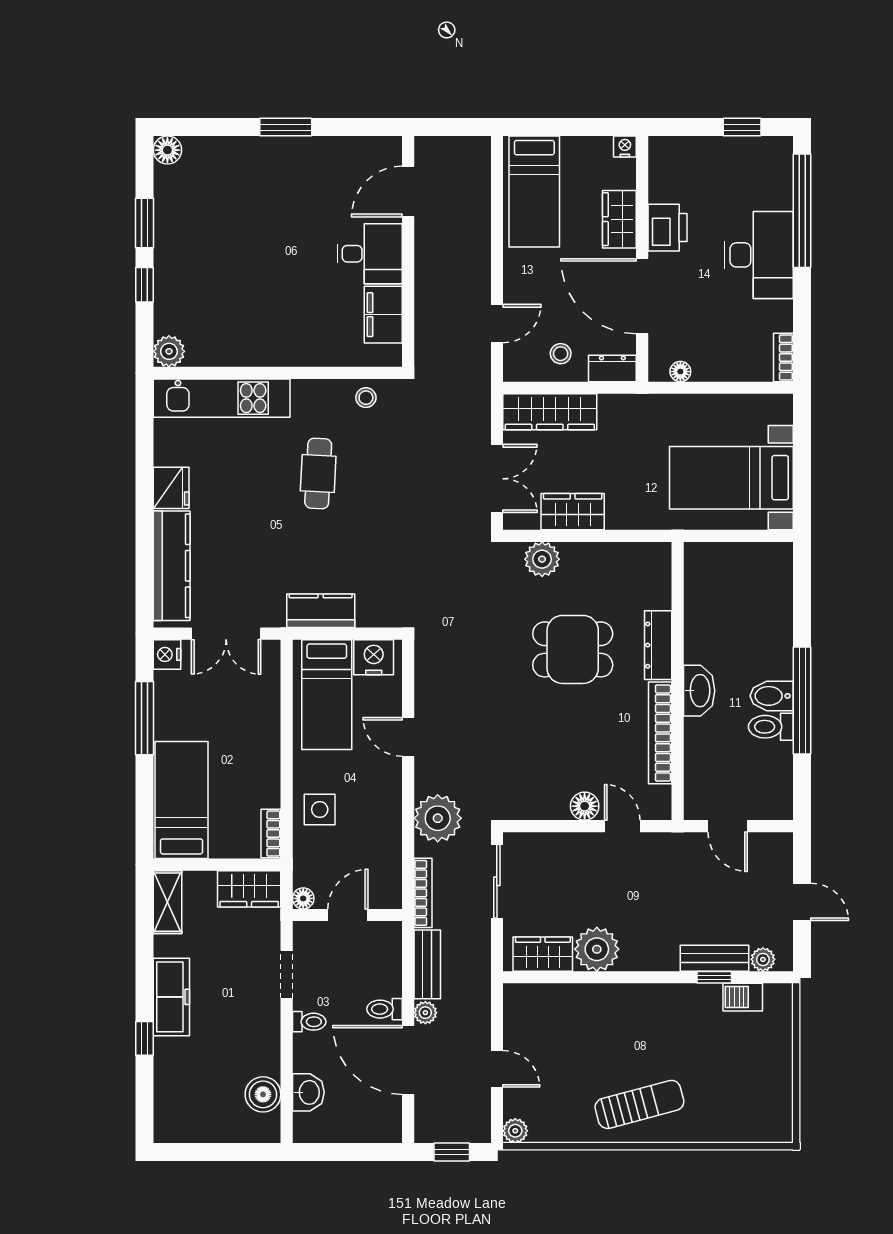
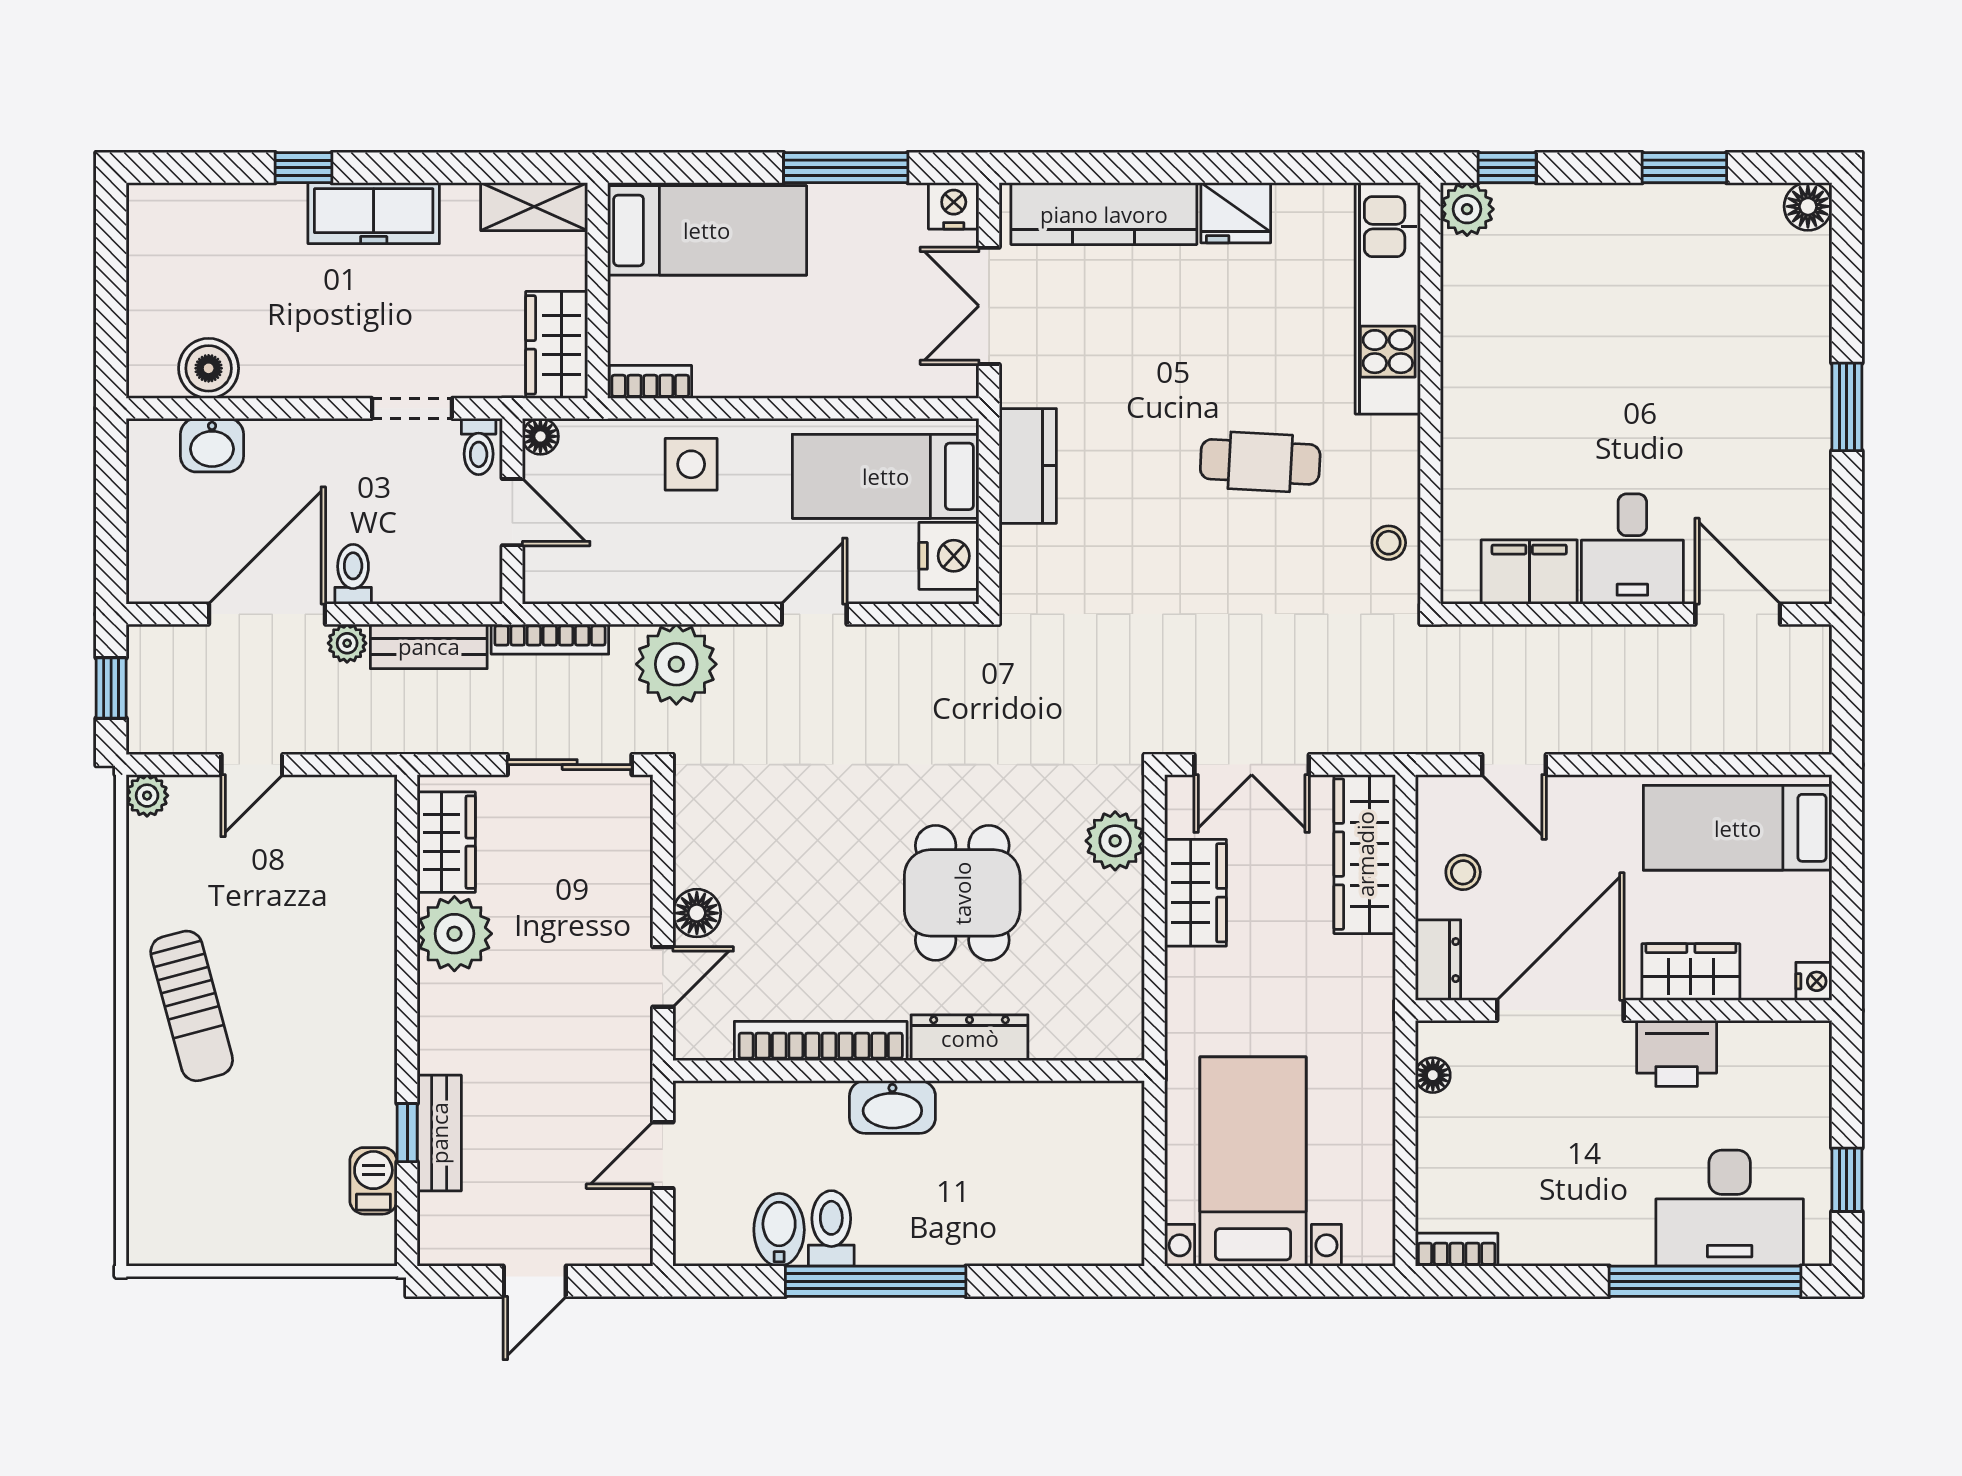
desk: (759, 255) -> (1730, 1208), moved
window: (144, 285) -> (1507, 168), moved
bidet: (772, 696) -> (779, 1230), moved
plant: (763, 959) -> (437, 1215), removed
toilet: (309, 1022) -> (479, 447), moved

